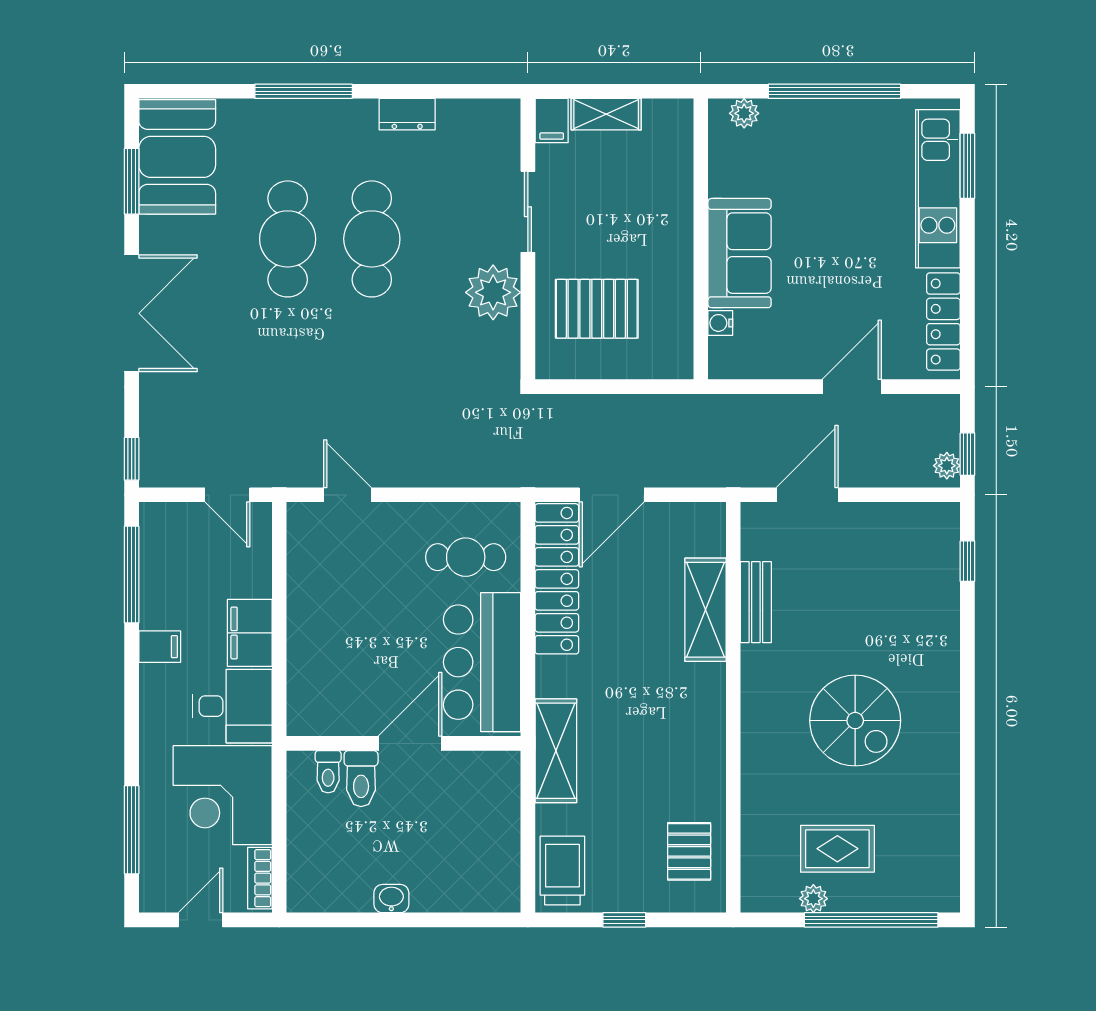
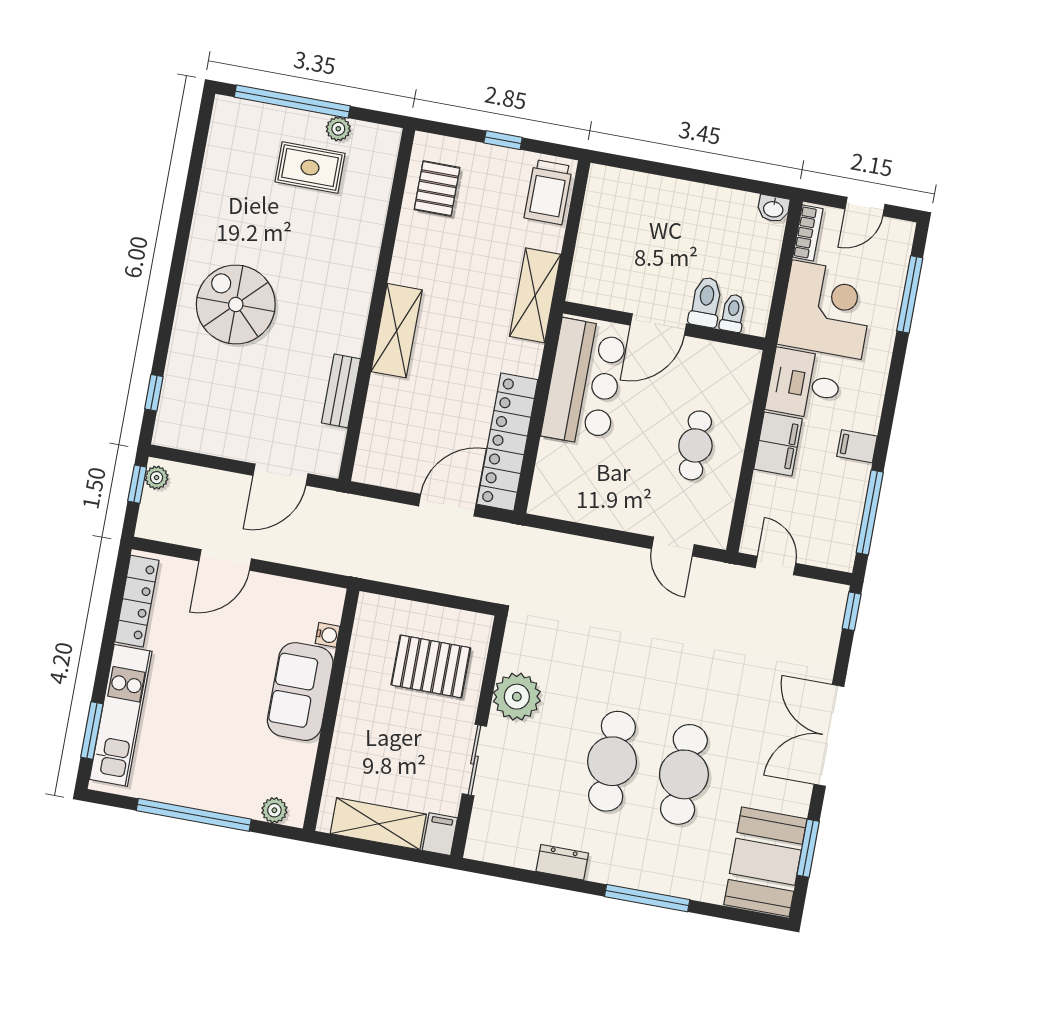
shelving: (606, 114) -> (378, 824), width x1.50, depth x1.33
cafe table: (466, 557) -> (695, 445), moved, turned 90
shelving: (705, 610) -> (397, 331), moved
spiral stairs: (855, 721) -> (236, 304), moved
washbasin: (391, 899) -> (773, 209), moved

